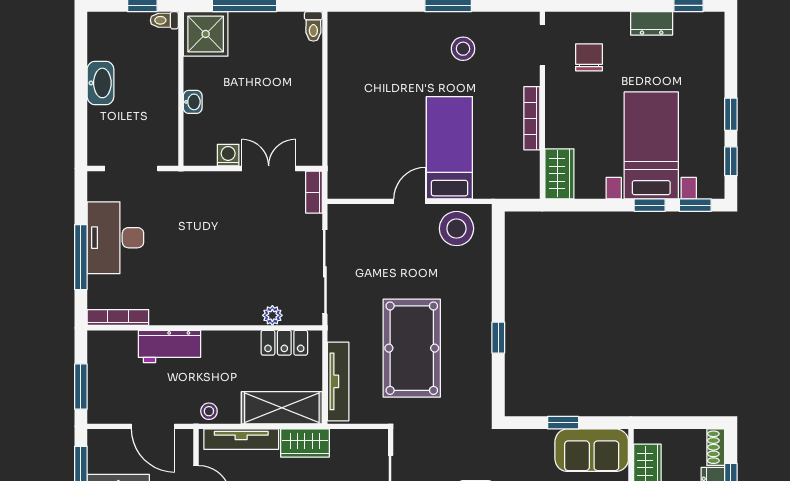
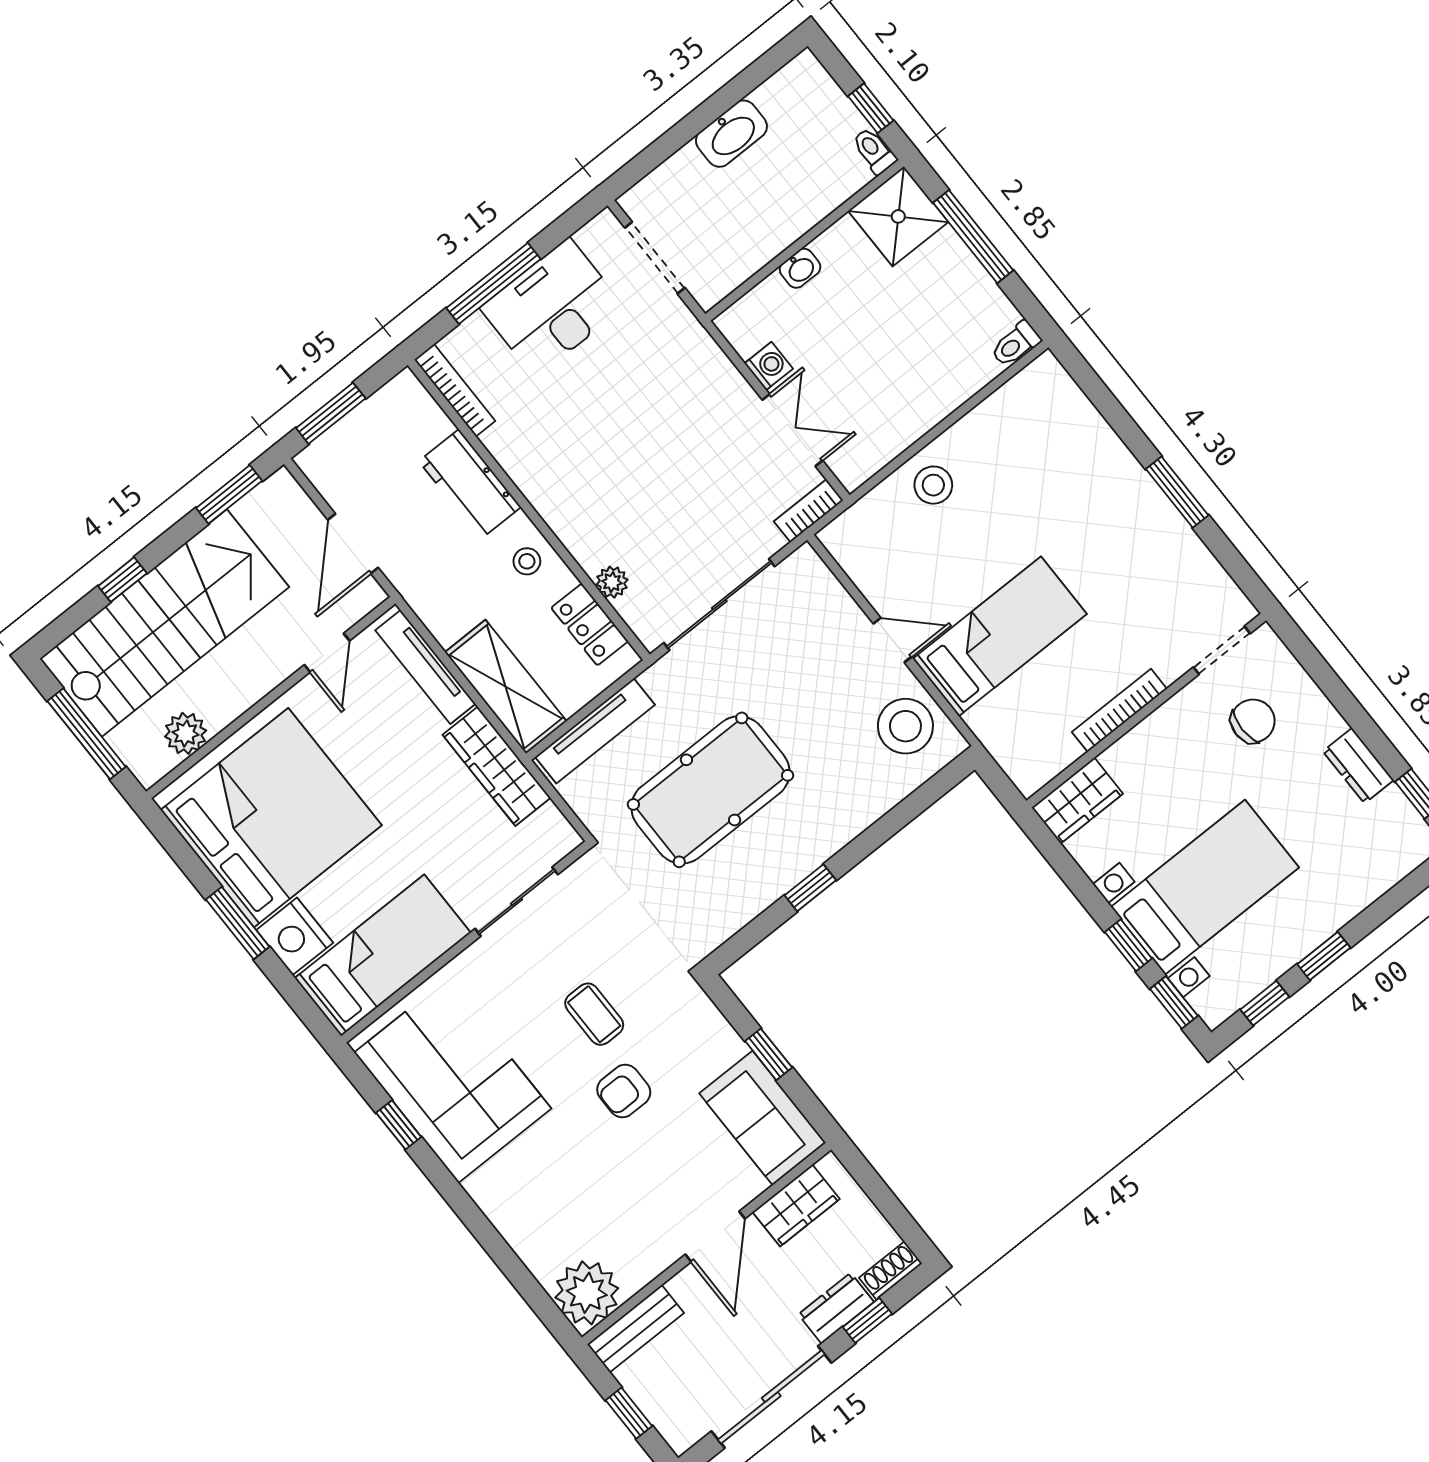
stool: (463, 49) -> (933, 485), moved
stool: (209, 411) -> (527, 561), moved
wardrobe: (305, 443) -> (497, 766), width x1.50

